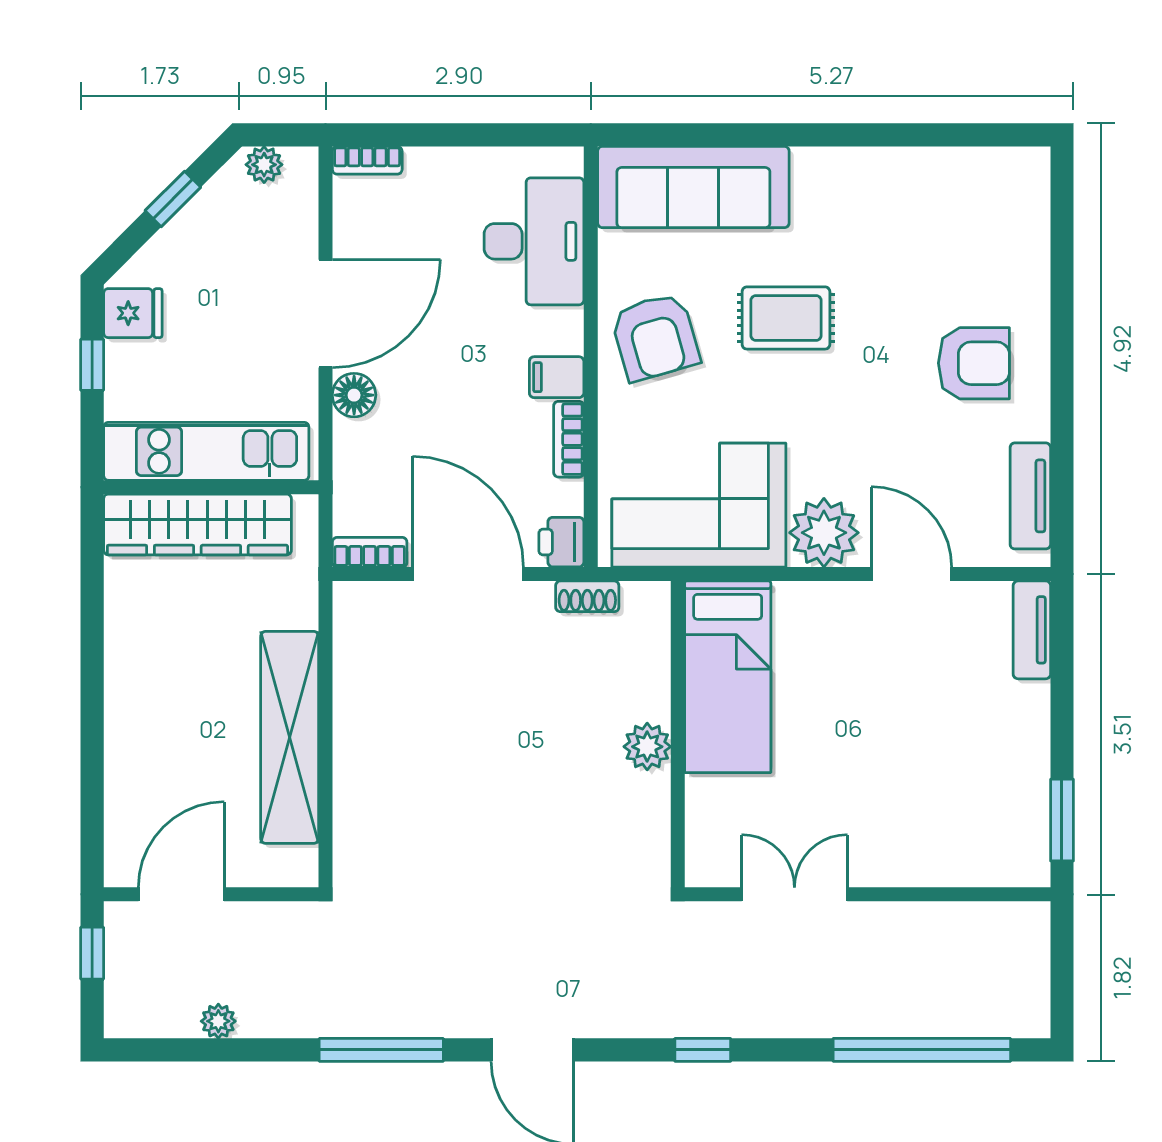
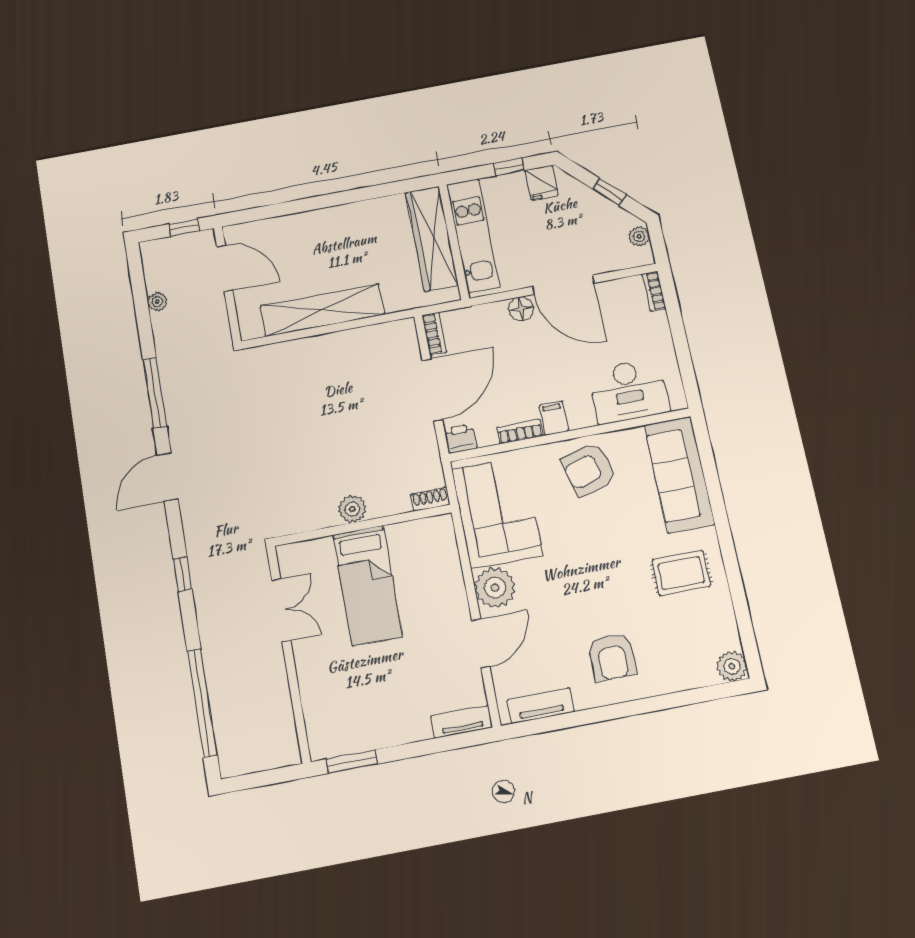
plant: (1026, 171) -> (732, 666), added
rug: (786, 318) -> (681, 573), moved, turned 90
shoe rack: (587, 596) -> (430, 499), moved, turned 90
bed: (728, 677) -> (368, 585), moved, turned -90

